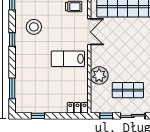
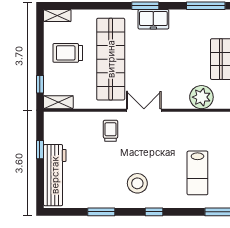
lab bench: (68, 59) -> (197, 173), moved

